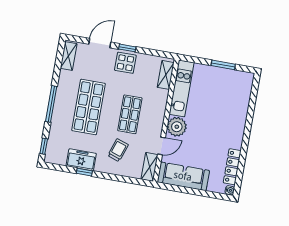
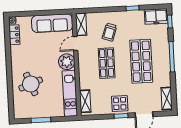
round table: (225, 110) -> (31, 84), added
freezer: (81, 160) -> (156, 16), moved
locker: (232, 167) -> (14, 35), width x0.66

